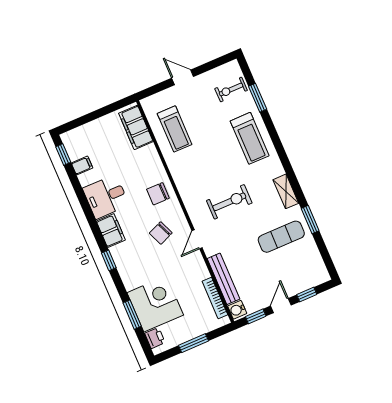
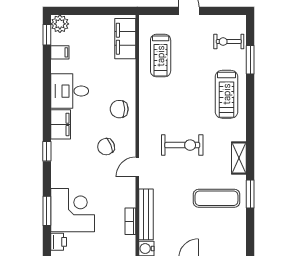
plant: (71, 139) -> (60, 24), added
bookcase: (215, 298) -> (130, 221), width x0.64

